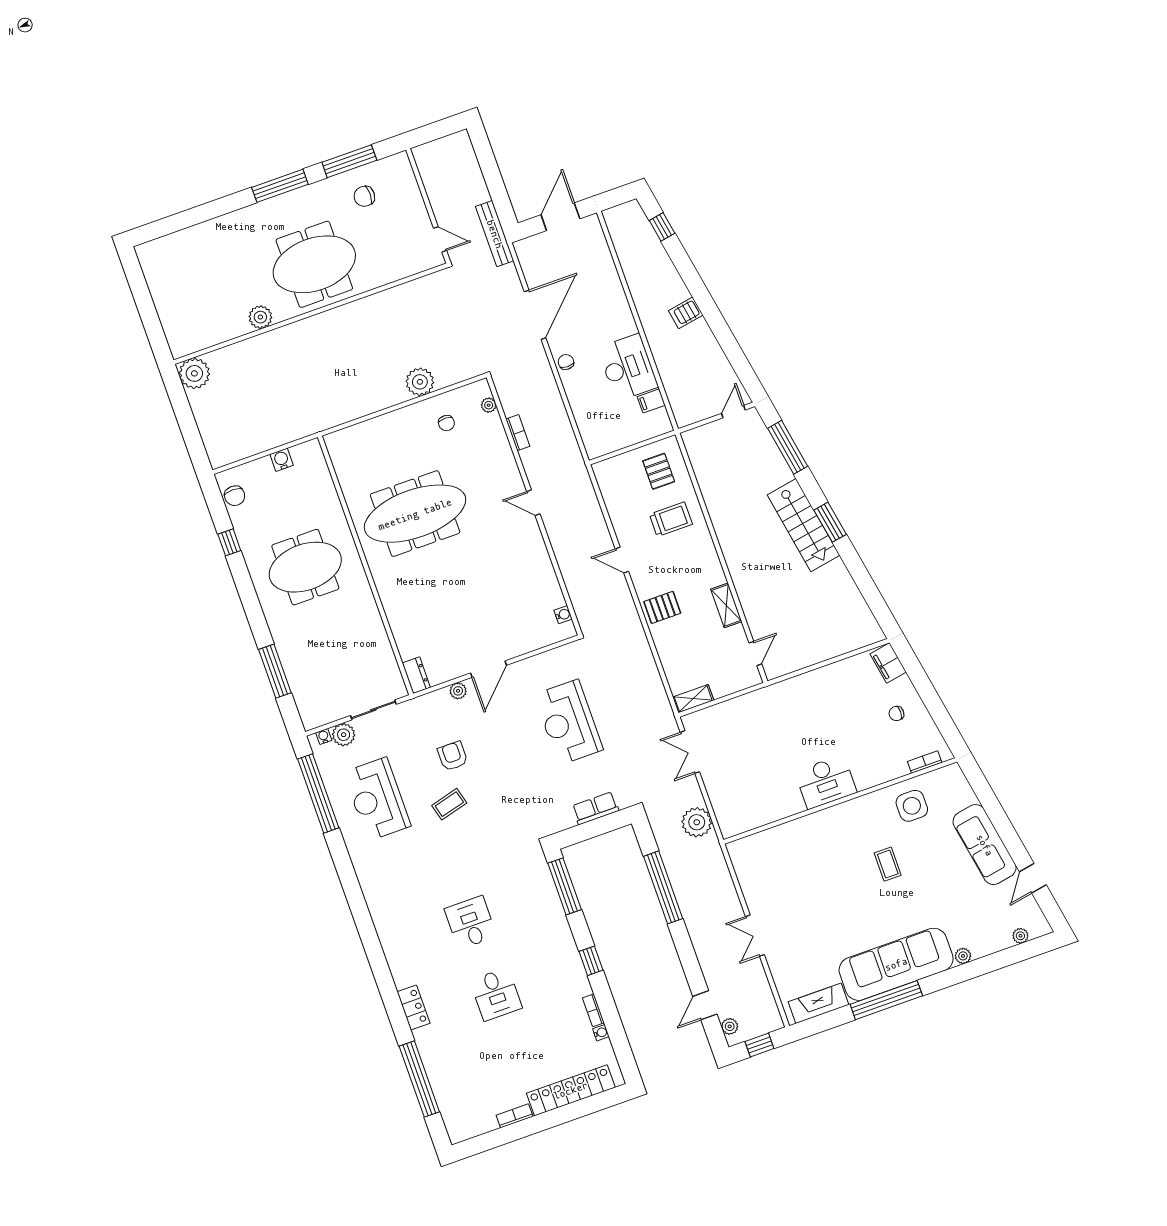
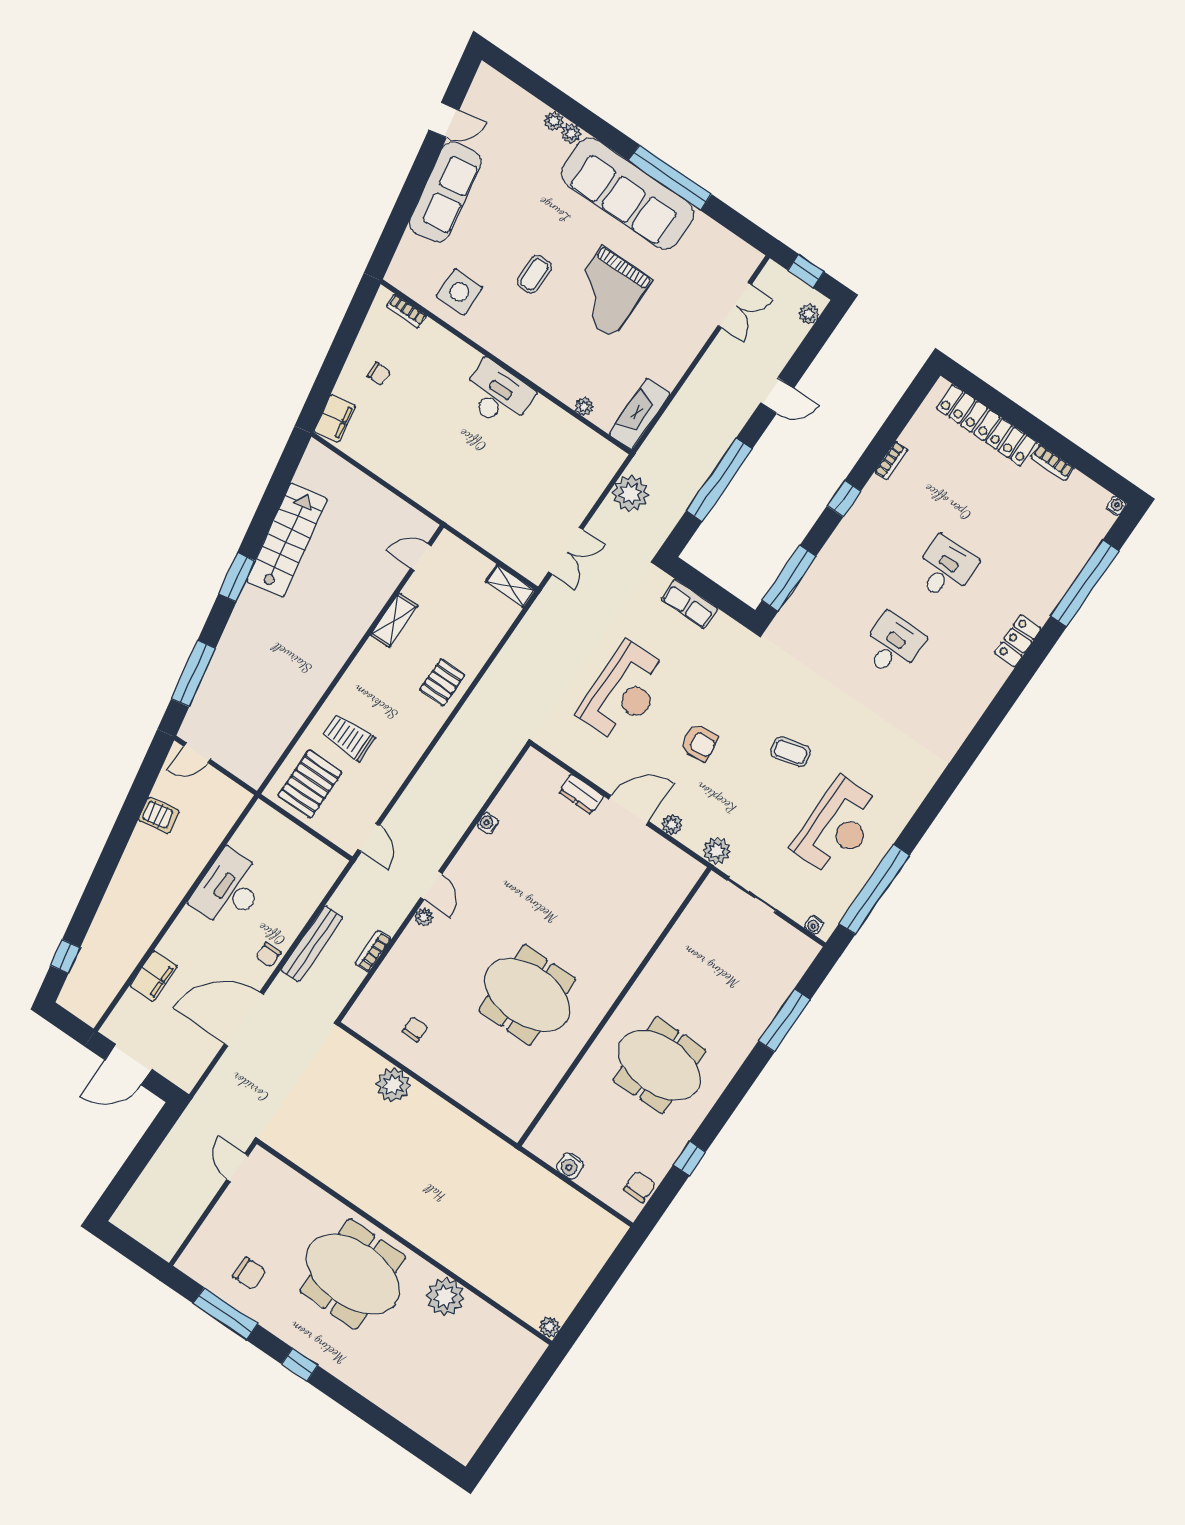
window: (280, 186) -> (300, 1365), width x0.46
bench: (495, 234) -> (312, 944), moved
server rack: (686, 313) -> (159, 815), moved
plant: (260, 317) -> (445, 1297), width x1.36, depth x1.36
plant: (194, 373) -> (549, 1327), width x0.53, depth x0.53
filing cabinet: (651, 401) -> (153, 976), moved, width x2.00
plant: (489, 405) -> (424, 917), moved
pallet: (659, 471) -> (310, 784), width x1.50, depth x1.42
meeting table: (415, 514) -> (527, 995), width x0.73
stairs: (803, 525) -> (287, 540), moved
door: (622, 560) -> (369, 838), moved
pallet: (662, 607) -> (442, 682), turned 90
water cooler: (563, 615) -> (488, 823), moved
dresser: (416, 675) -> (581, 794), moved, turned -90
plant: (344, 735) -> (717, 851), moved
armchair: (453, 756) -> (699, 743), moved, turned -97
plant: (776, 833) -> (584, 406), added
grand piano: (841, 904) -> (607, 292), added
desk: (471, 923) -> (893, 645), turned 180
double door: (755, 936) -> (735, 305), moved
plant: (1020, 936) -> (554, 121), moved
fireplace: (819, 1003) -> (640, 414), moved, turned 90
door: (705, 1005) -> (777, 395), moved
water cooler: (601, 1033) -> (1116, 506), moved, turned 90

